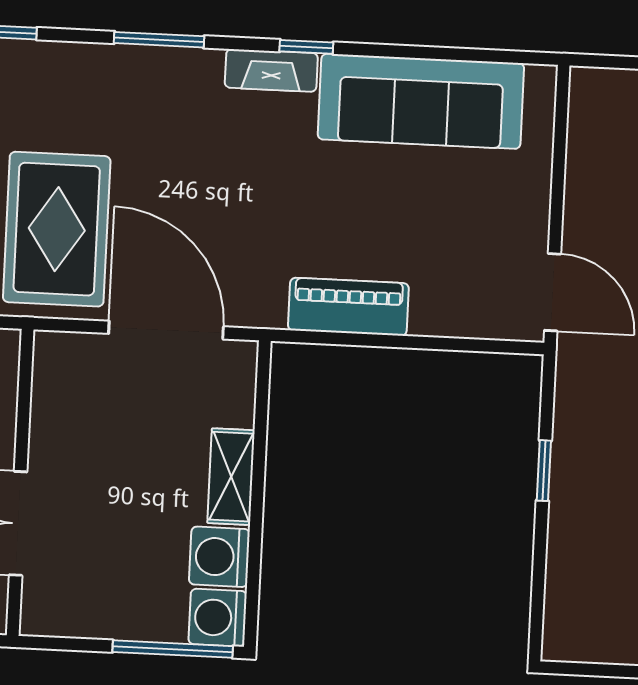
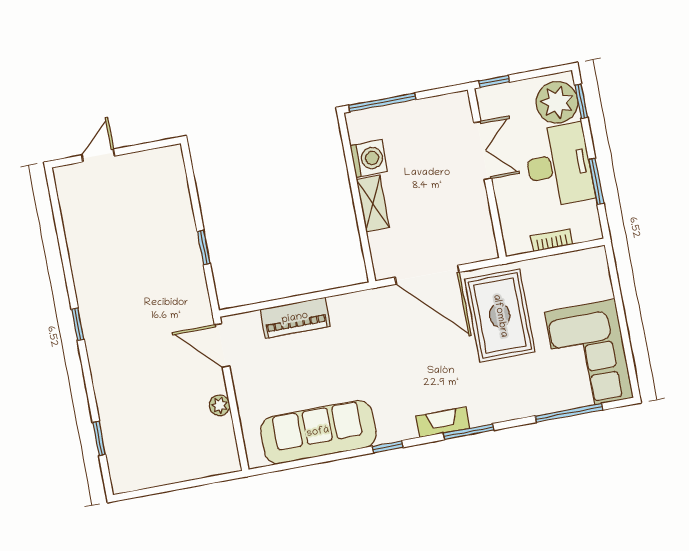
fireplace: (271, 70) -> (443, 422), moved
plant: (582, 189) -> (220, 405), added
piano: (348, 307) -> (295, 318), moved
washing machine: (218, 618) -> (362, 125), removed

